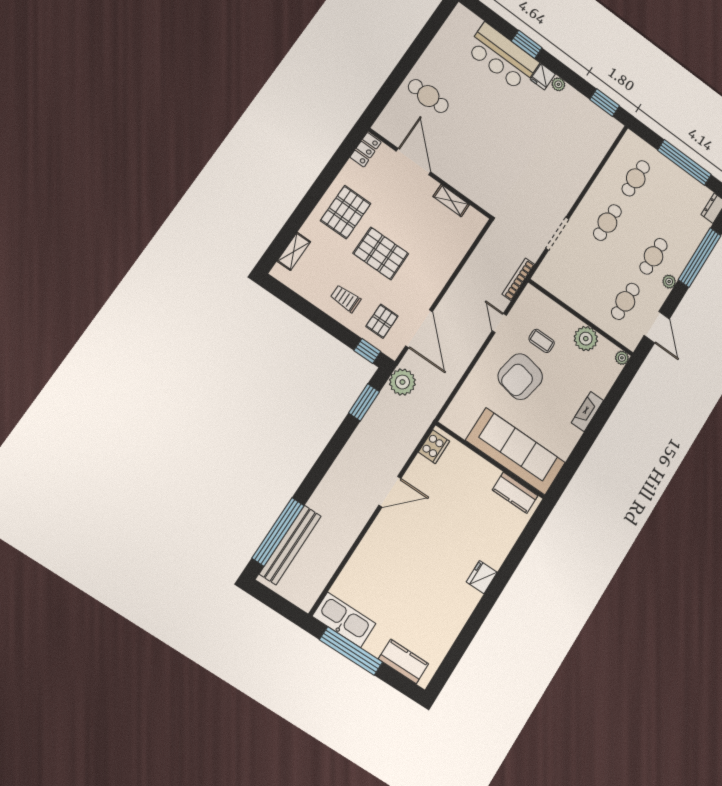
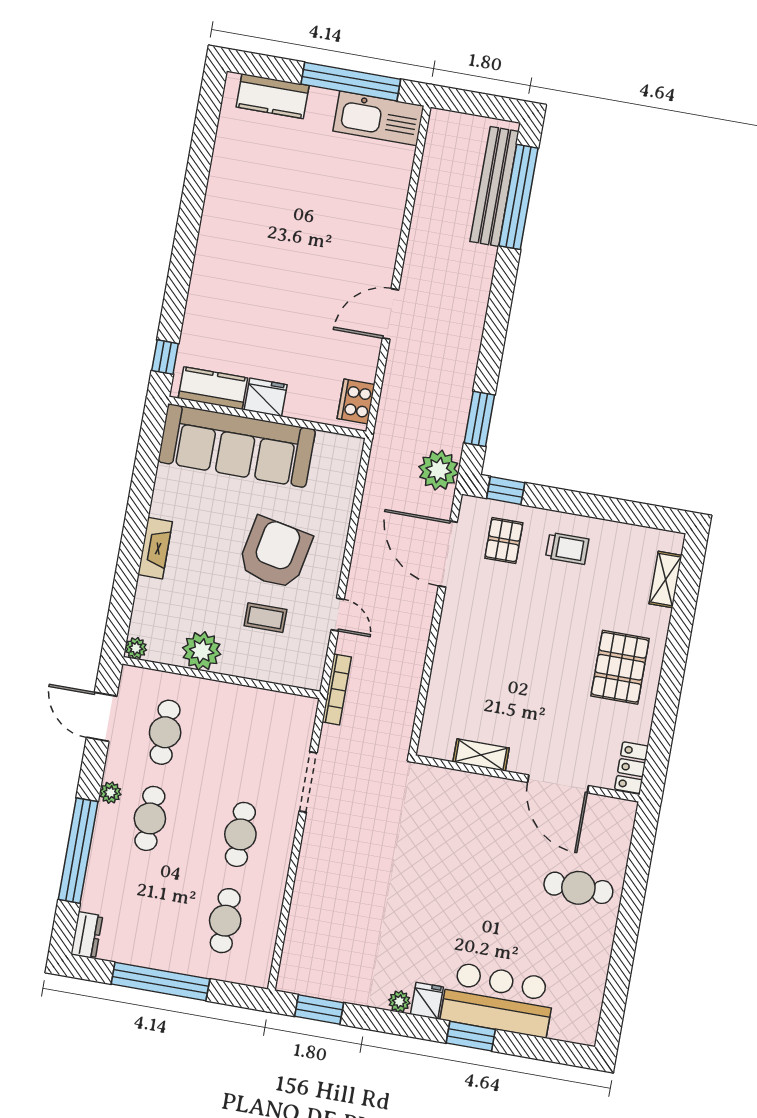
pallet: (381, 253) -> (547, 633), removed
window: (535, 524) -> (165, 357), added
fridge: (482, 577) -> (266, 397), moved, turned -90

